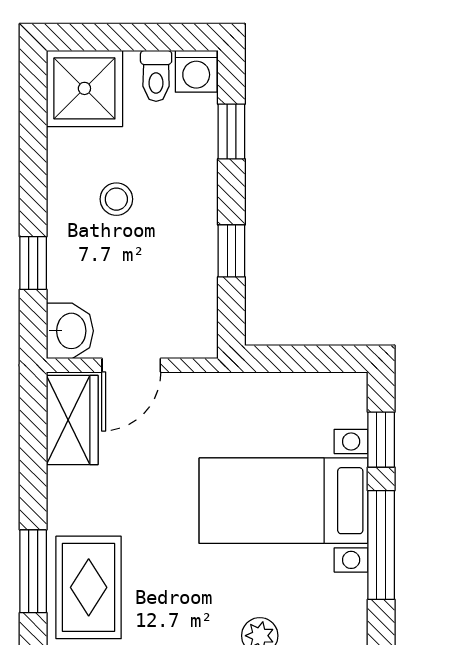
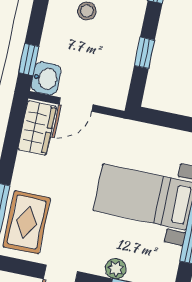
window: (33, 263) -> (29, 60), moved

